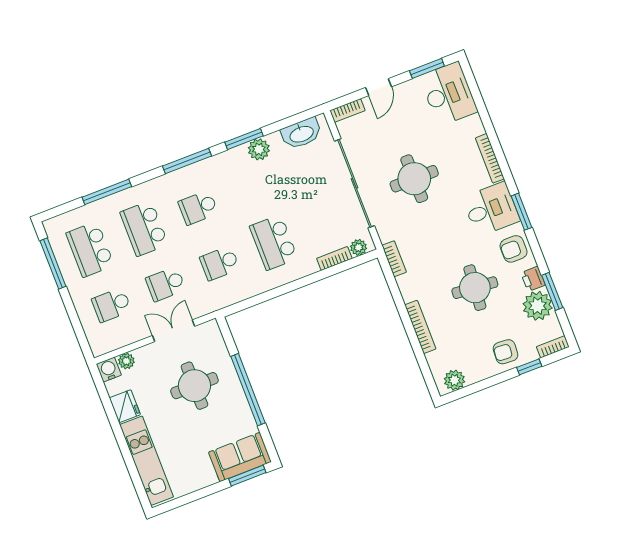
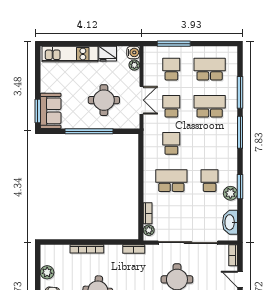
window: (187, 161) -> (240, 132), moved
school desk: (198, 208) -> (210, 181), moved
window: (53, 263) -> (174, 44), moved
plant: (454, 380) -> (47, 272), moved

